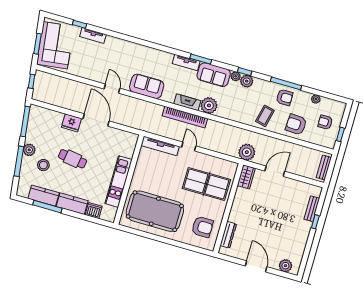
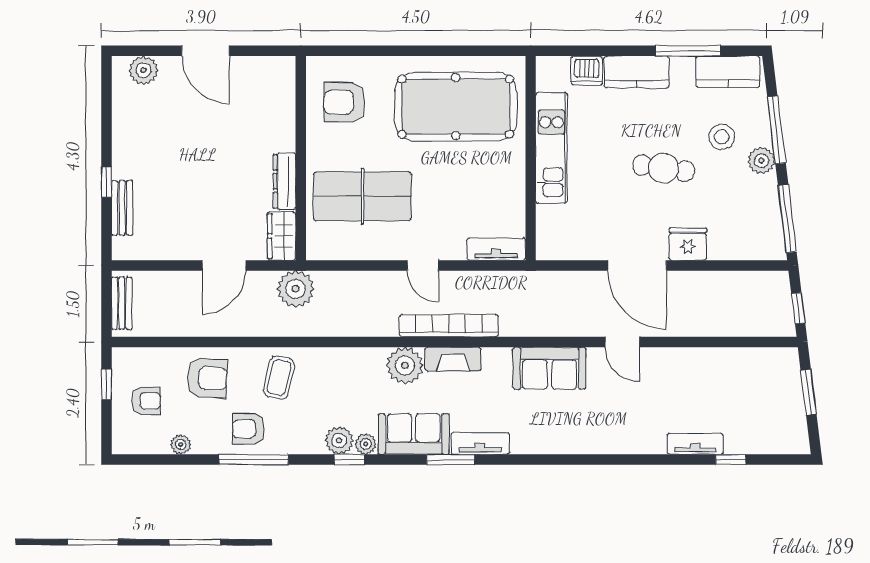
corner sofa: (55, 45) -> (770, 400), removed
tv unit: (160, 146) -> (496, 249), width x0.71
kitchen counter: (44, 196) -> (728, 72), moved
dresser: (228, 235) -> (284, 181), moved

